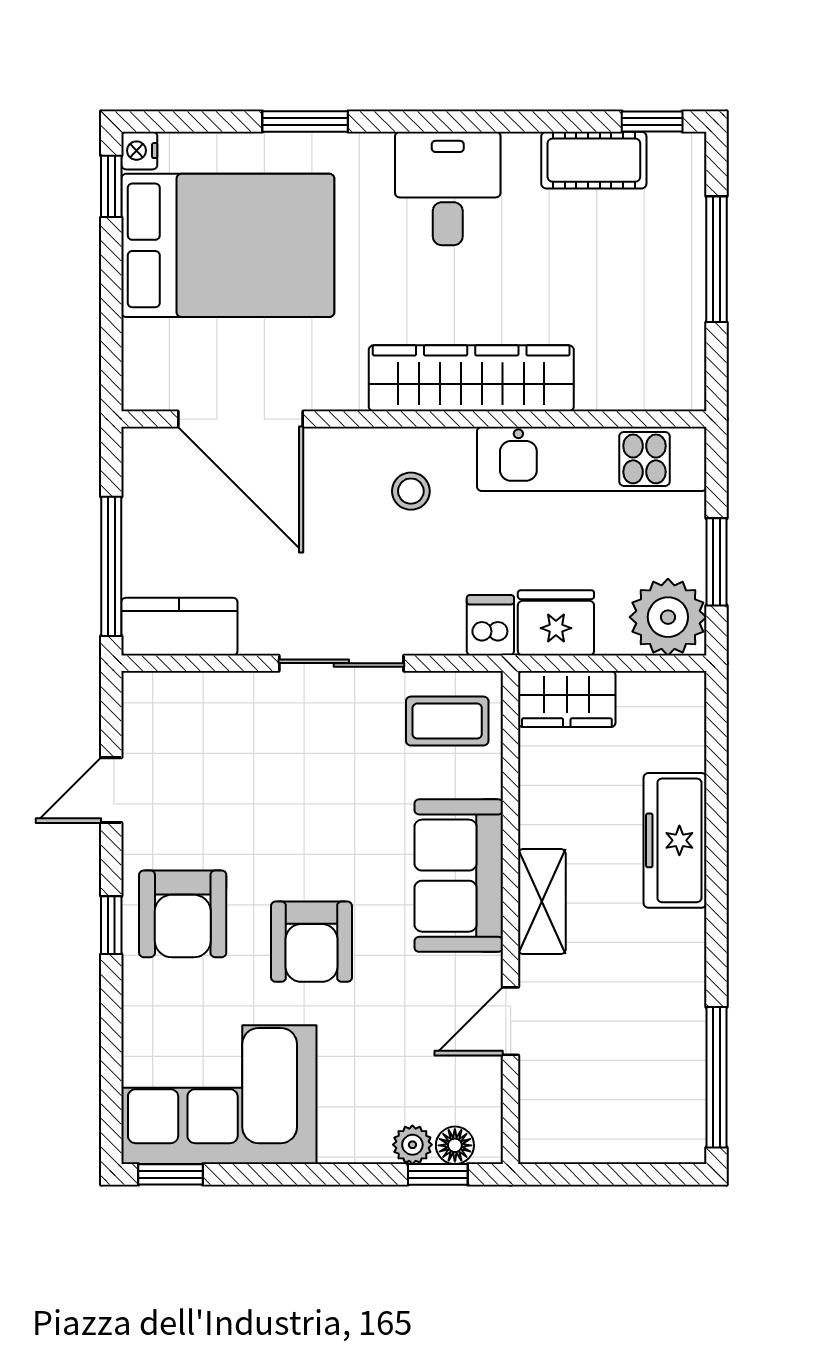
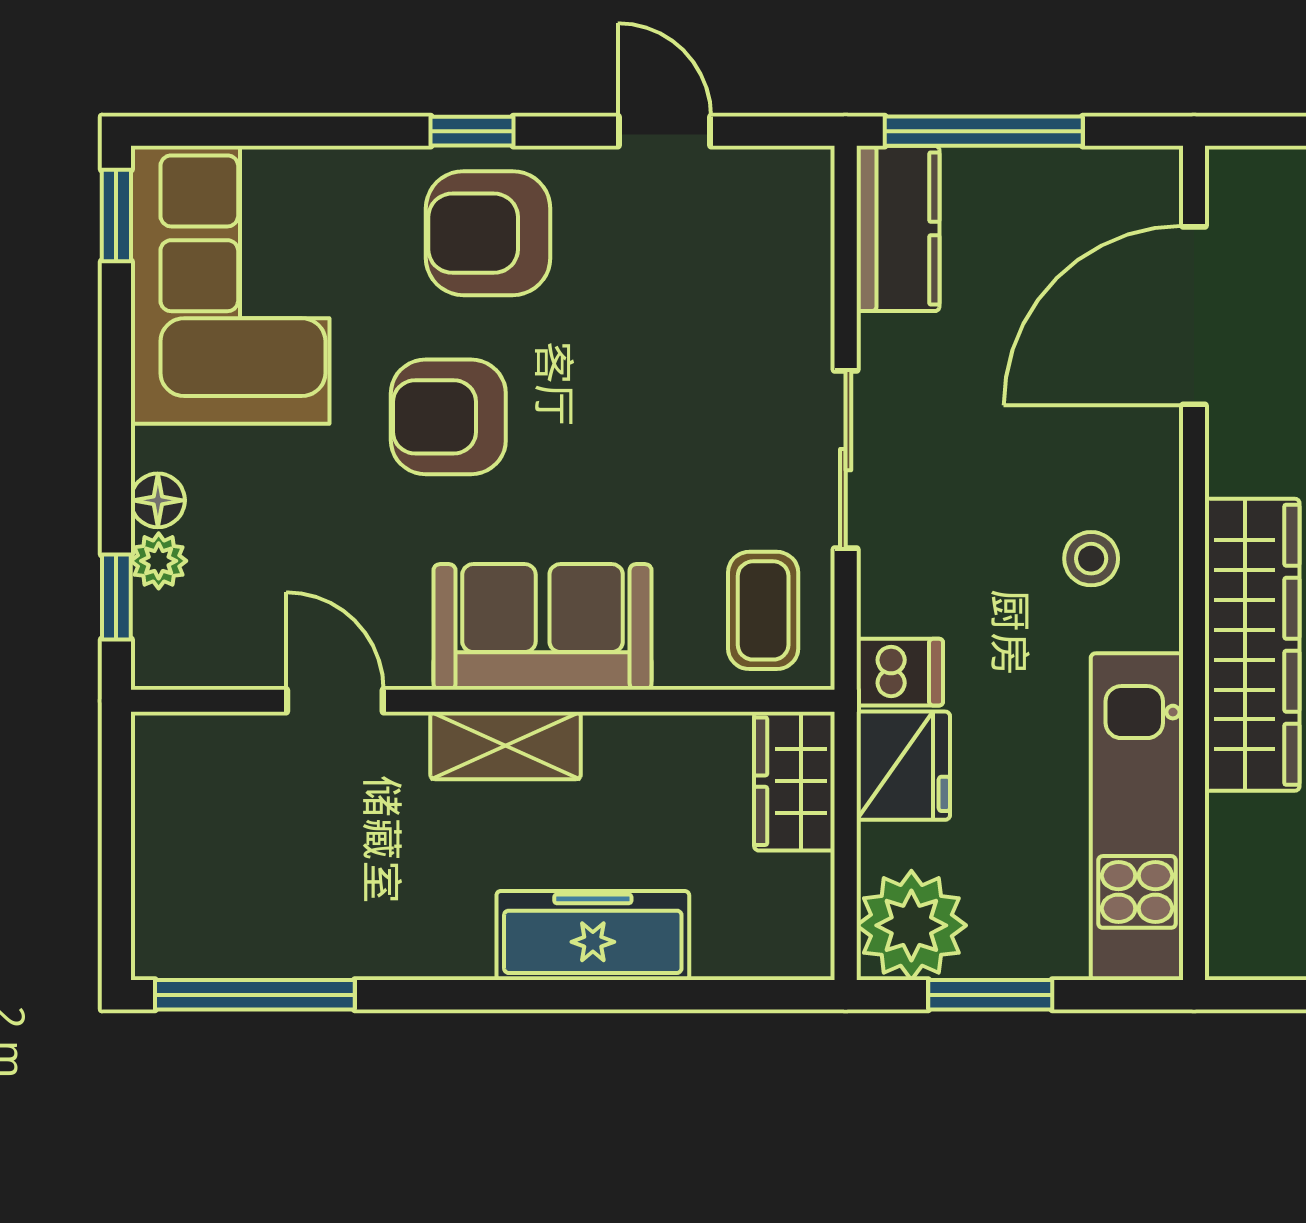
floor lamp: (455, 1145) -> (158, 500), moved

